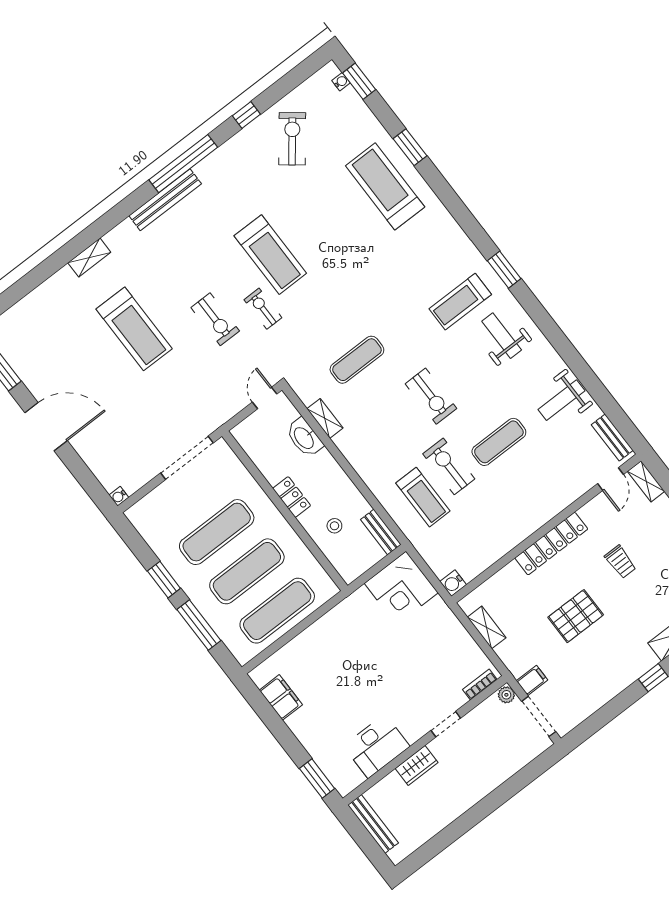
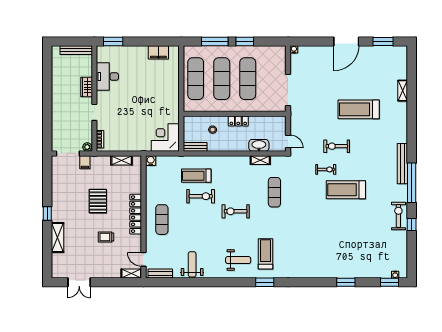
exercise bike: (292, 139) -> (398, 216), moved, turned -128
treadmill: (385, 186) -> (337, 259), removed
shelving: (89, 258) -> (403, 91), moved
exercise mat: (499, 442) -> (162, 220), moved

